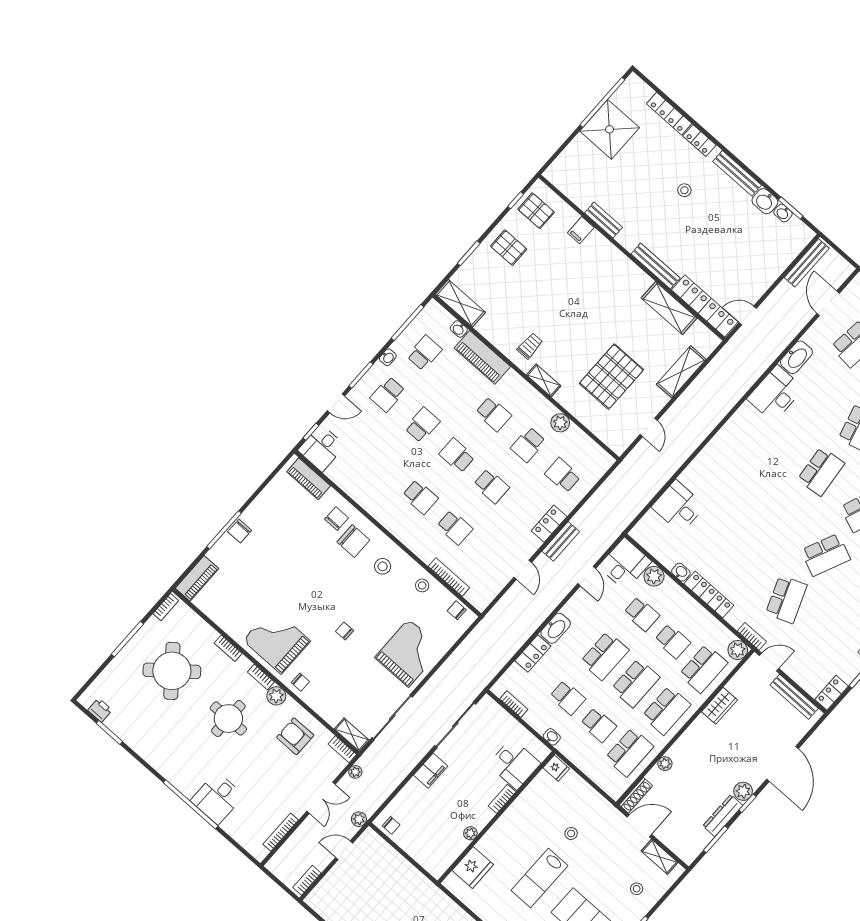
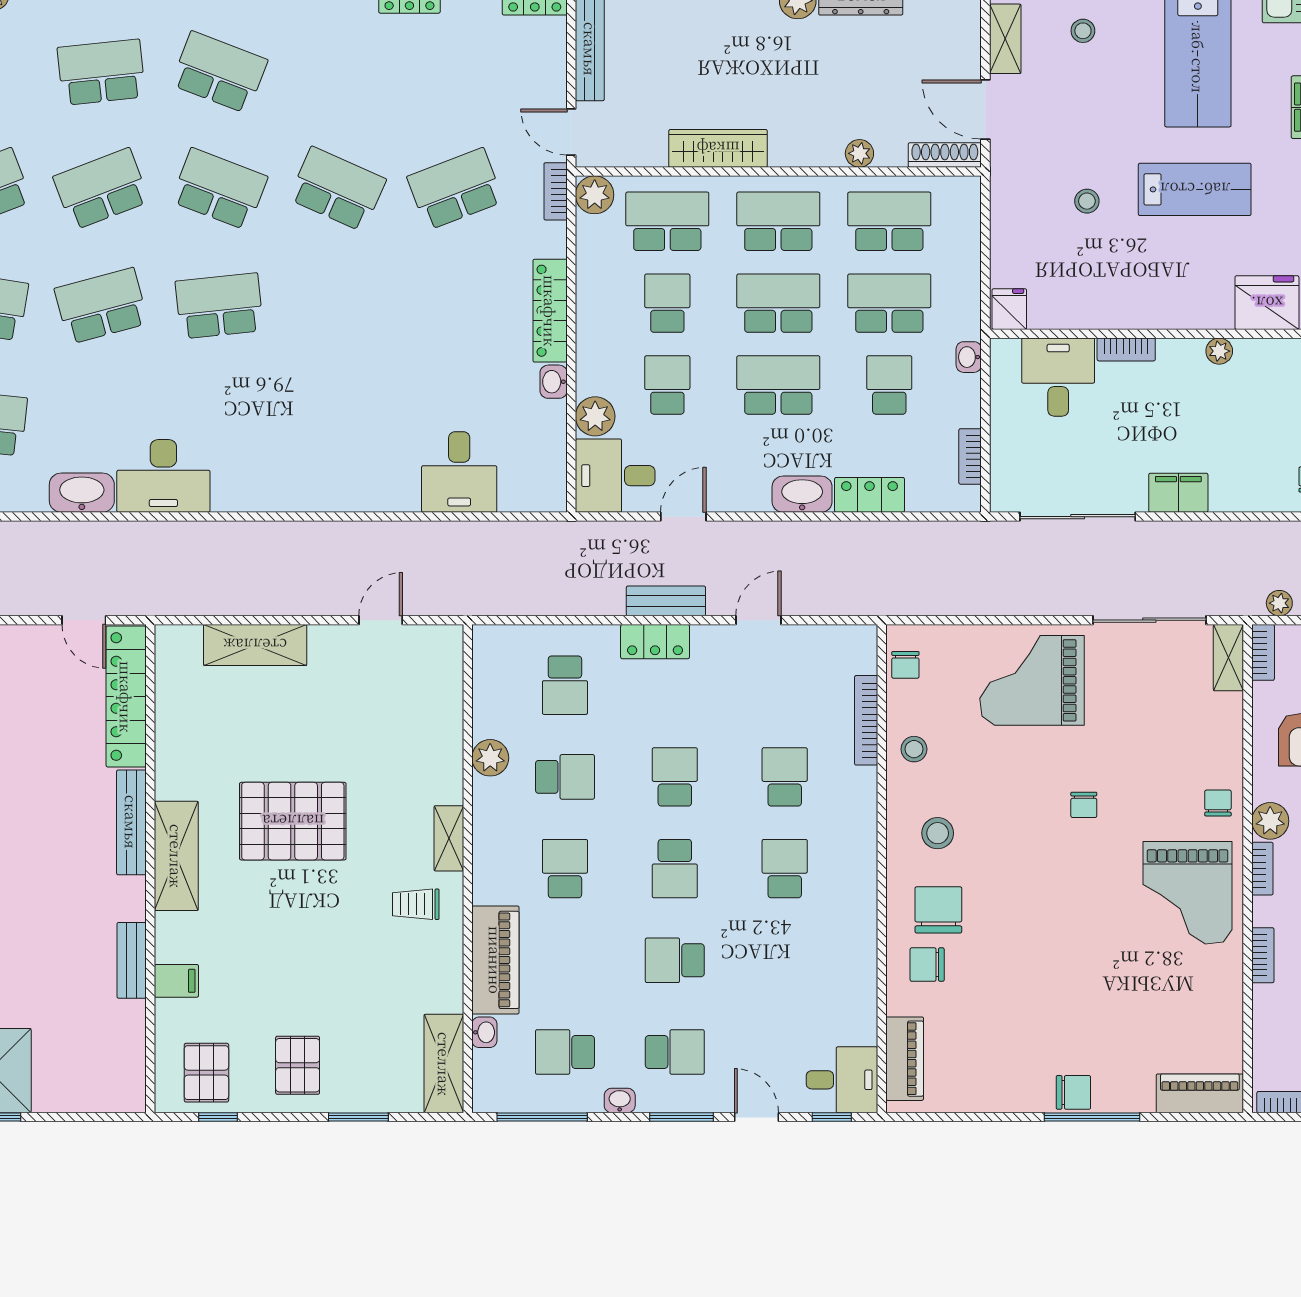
shelving: (669, 308) -> (176, 856), moved
pallet: (611, 377) -> (293, 821), moved
wardrobe: (719, 706) -> (718, 148), width x1.50
school desk: (599, 725) -> (889, 303), width x1.85

